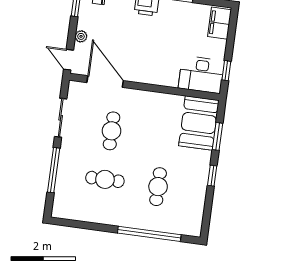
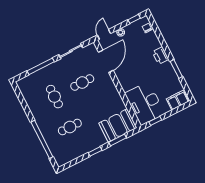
desk: (201, 75) -> (145, 103), width x1.36, depth x1.30

